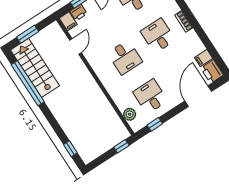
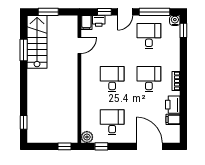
desk: (125, 57) -> (112, 79), turned 180
printer: (212, 71) -> (173, 105), moved
window: (28, 83) -> (24, 50), width x0.47
door: (198, 96) -> (149, 146), hinge flipped
plant: (130, 114) -> (87, 137), moved

